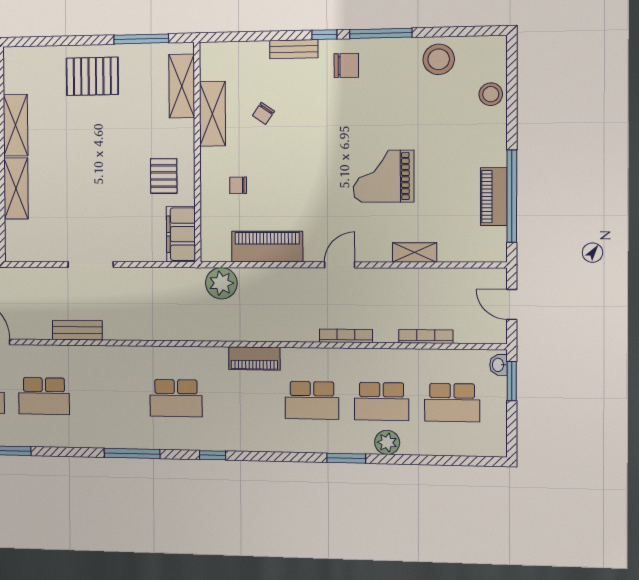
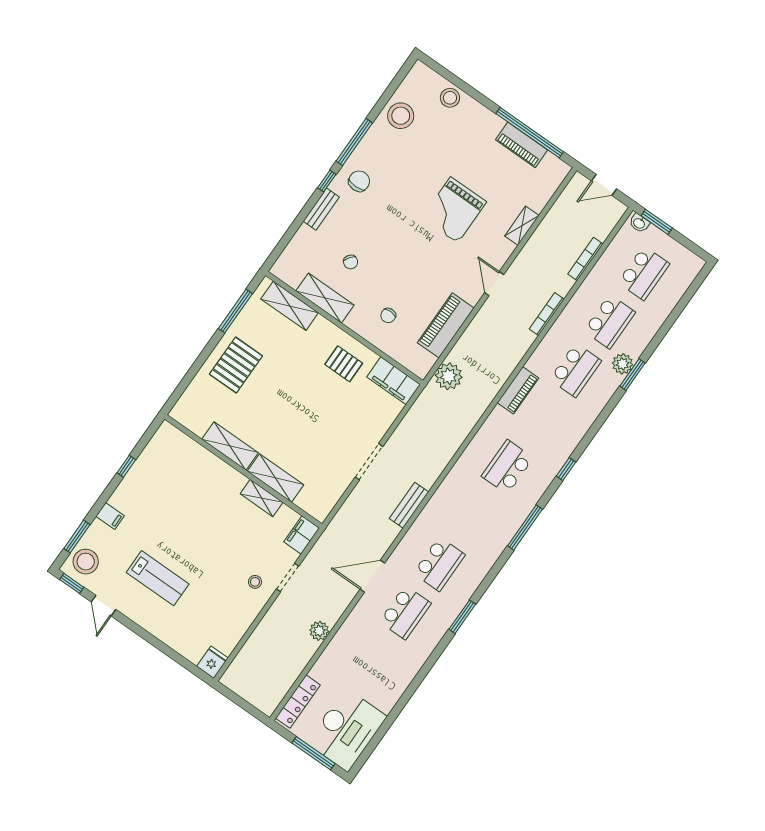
school desk: (176, 398) -> (507, 467), turned 180
plant: (387, 442) -> (623, 364), moved

